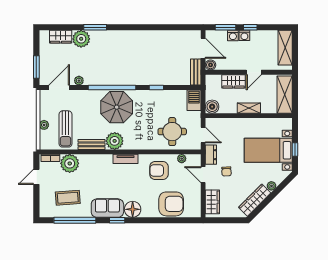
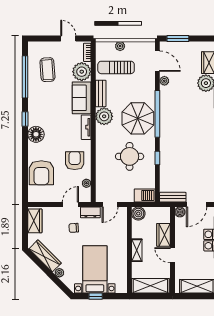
round table: (172, 132) -> (130, 156), moved
wardrobe: (212, 202) -> (35, 221), moved, turned -90
sofa: (107, 208) -> (82, 98), moved, turned 180

